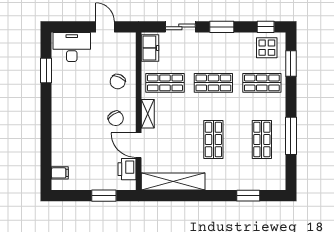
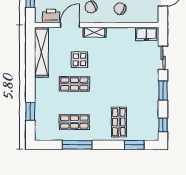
display table: (267, 48) -> (79, 60), moved
shop shelf: (165, 83) -> (119, 46), removed
shop shelf: (213, 83) -> (119, 84), removed

